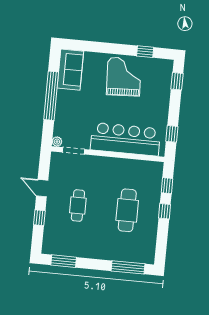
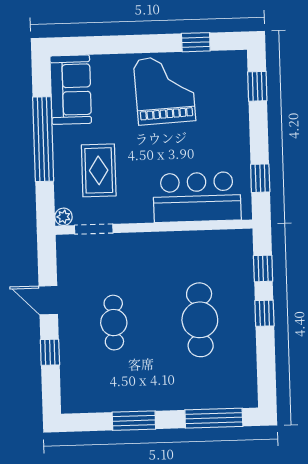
rug: (80, 118) -> (99, 170), added
bar counter: (125, 139) -> (197, 197), width x0.73
window: (64, 261) -> (134, 421), moved

